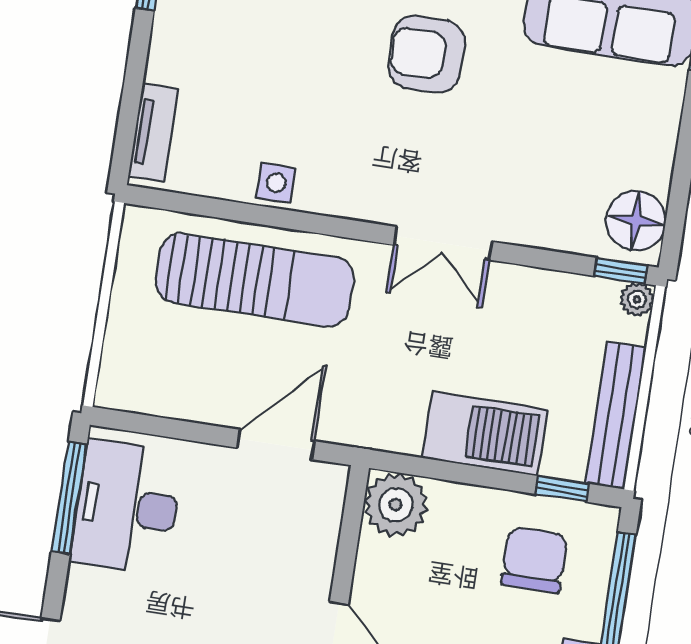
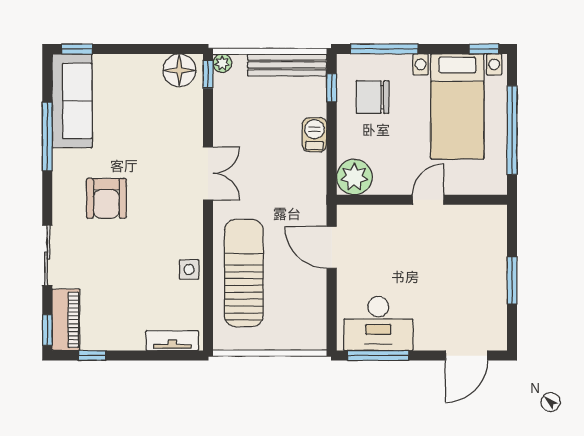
barbecue: (485, 434) -> (314, 135), width x0.53, depth x0.65

